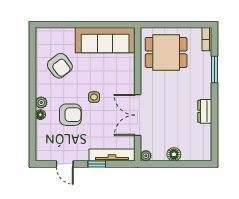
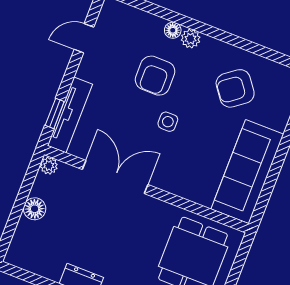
window: (97, 164) -> (55, 113), moved

